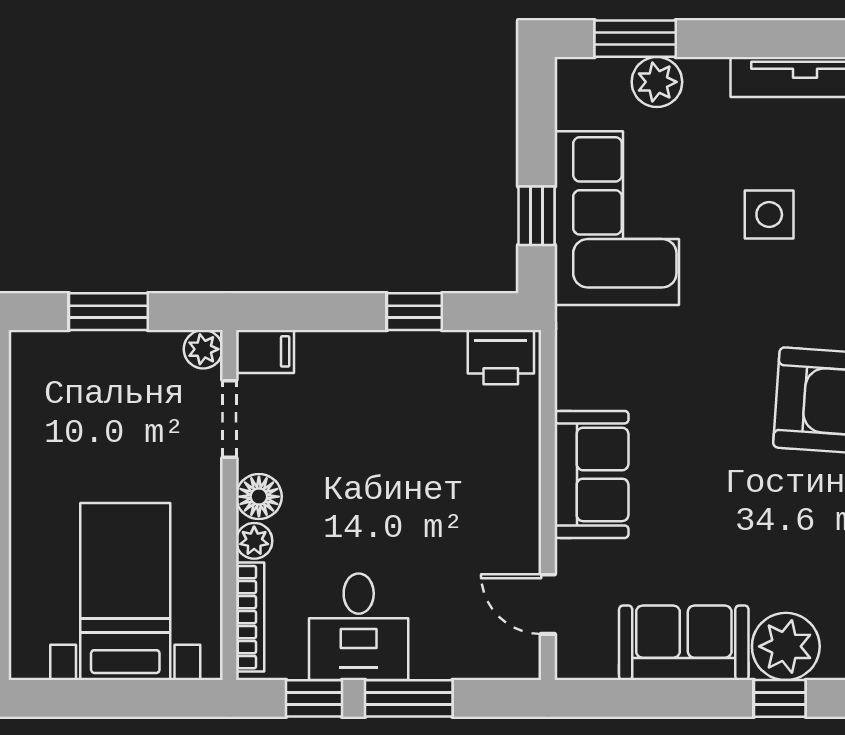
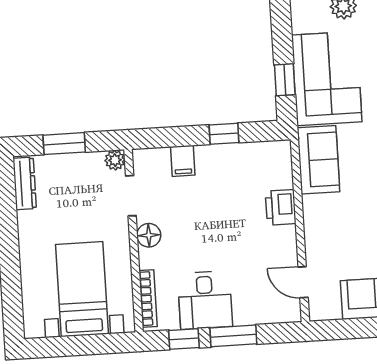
filing cabinet: (265, 351) -> (183, 161), moved, turned 90
printer: (501, 357) -> (281, 207), moved, turned 90
dresser: (28, 383) -> (25, 183), added
sofa: (592, 474) -> (318, 160), moved
plant: (254, 541) -> (148, 259), removed

